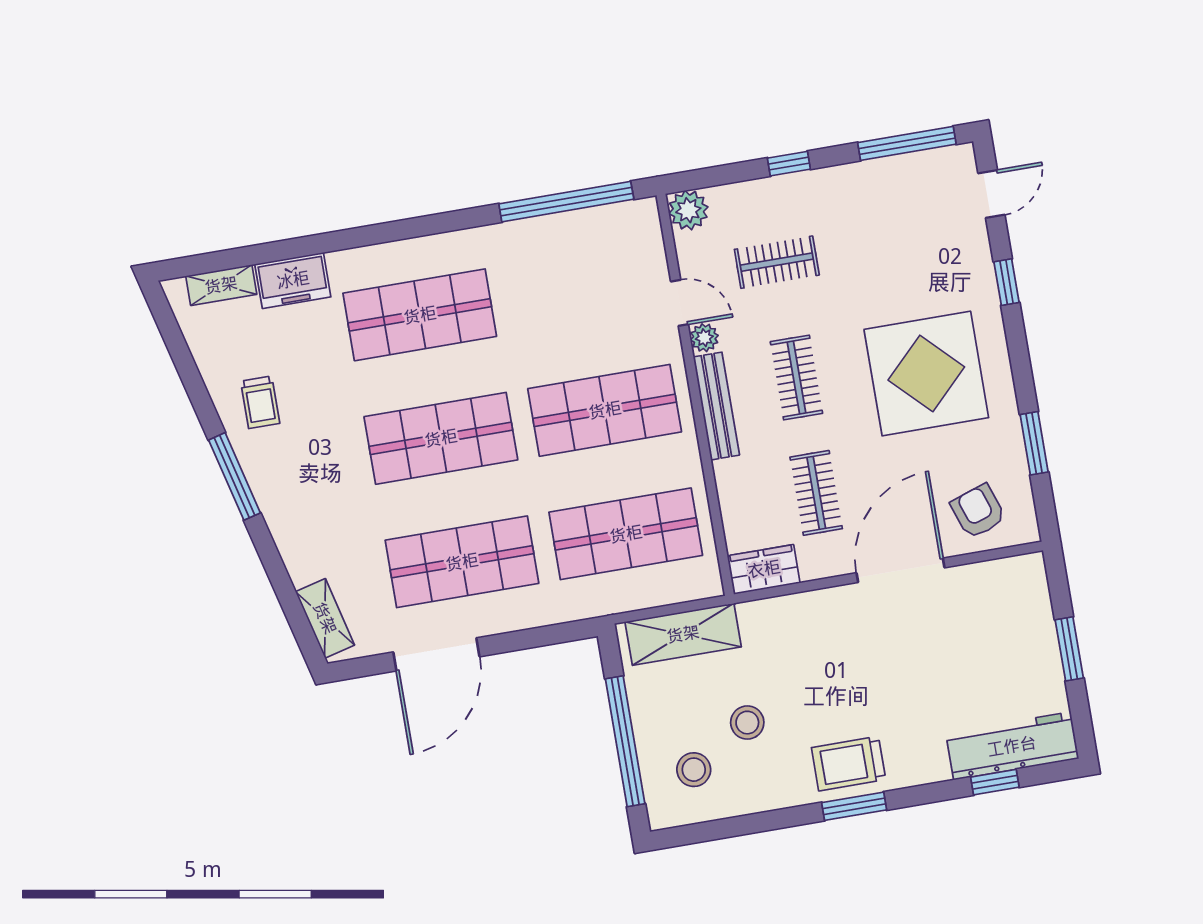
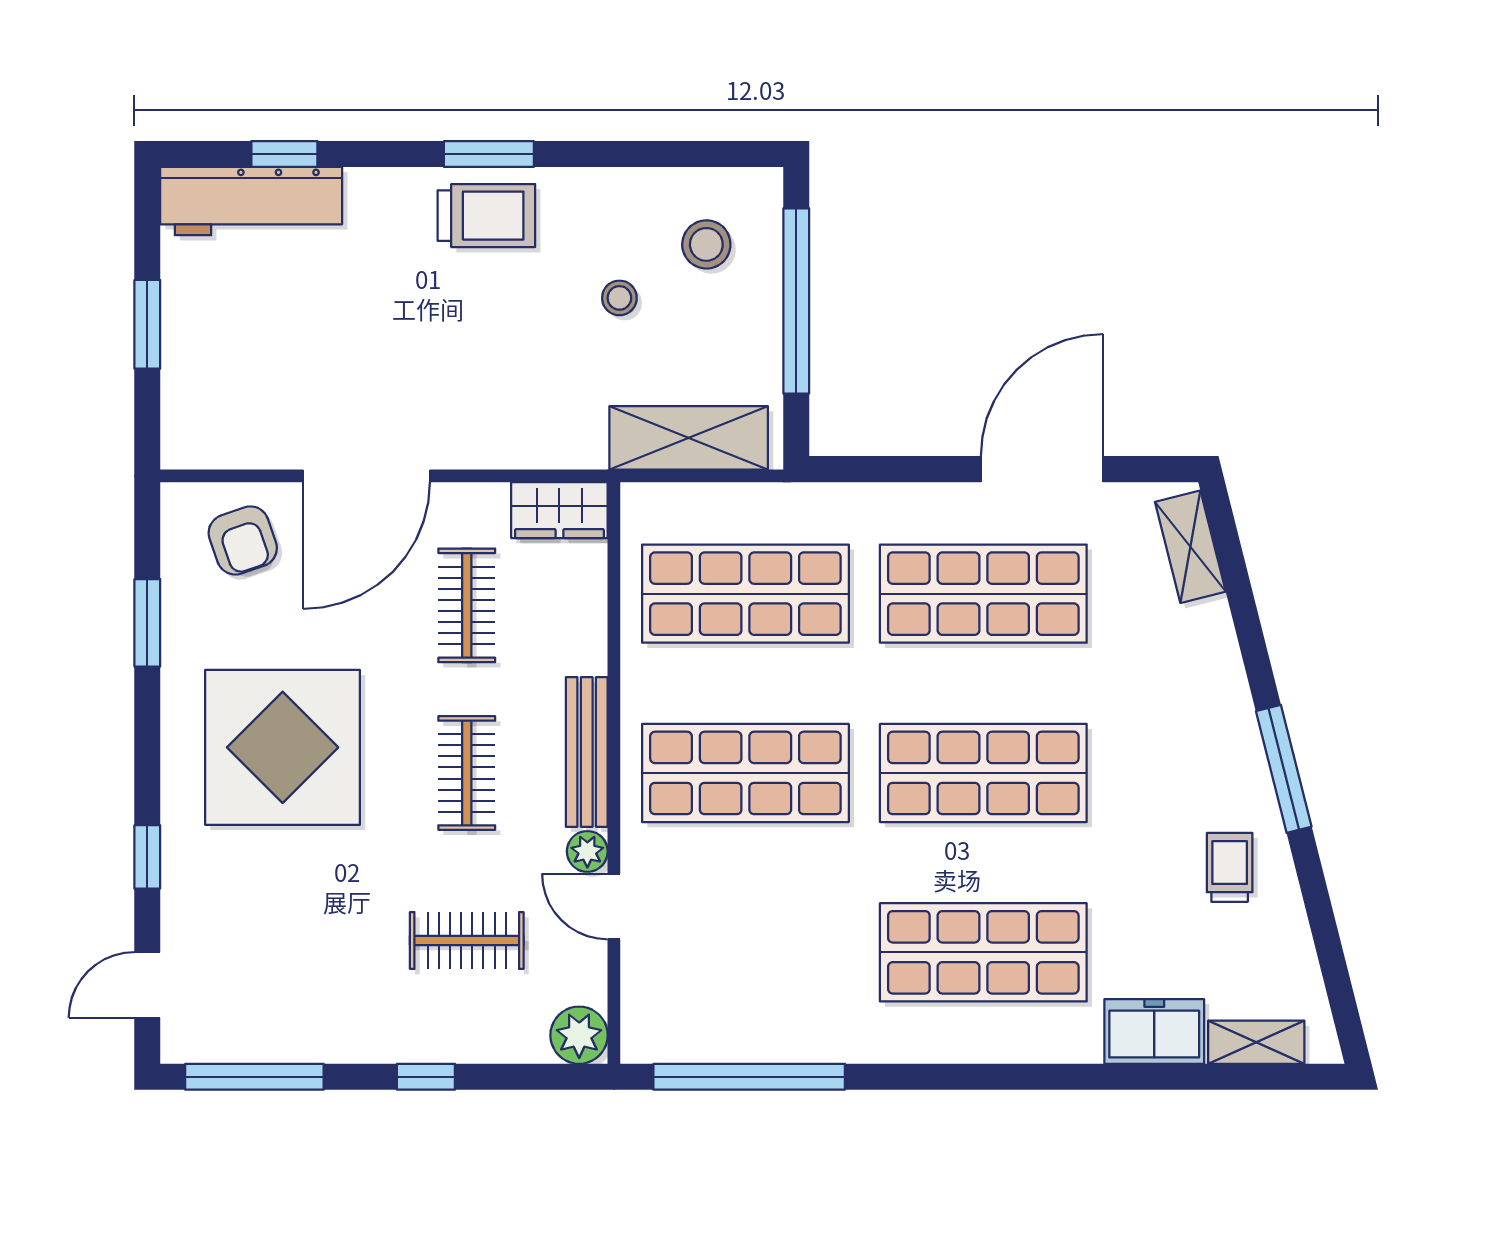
stool: (747, 723) -> (619, 298), width x0.73, depth x0.73

